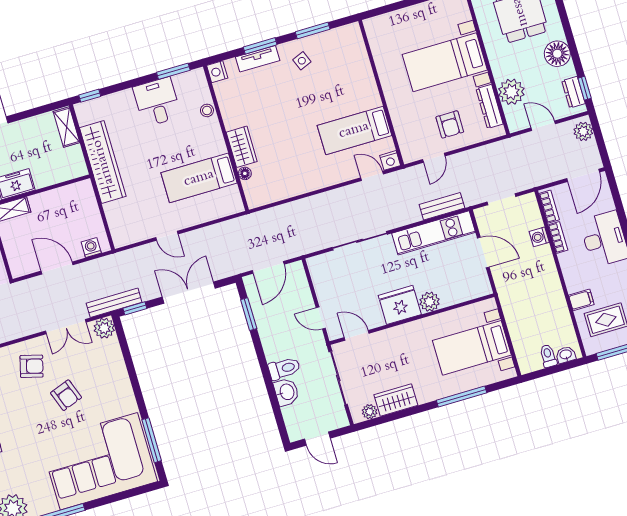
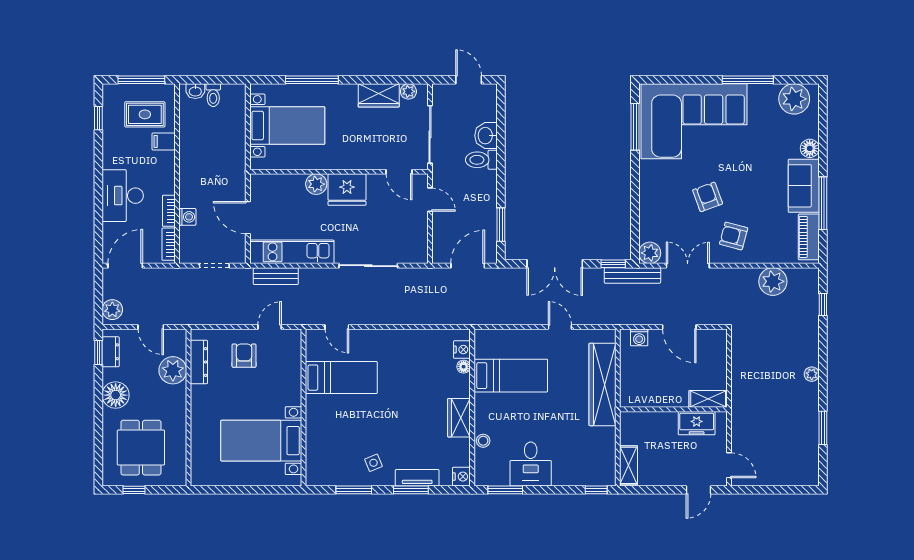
bed with nightstands: (445, 62) -> (261, 441), moved, turned 180
wardrobe: (242, 147) -> (459, 418), moved
nightstand: (390, 160) -> (462, 350), moved, turned 90
wardrobe: (103, 162) -> (603, 384), moved

